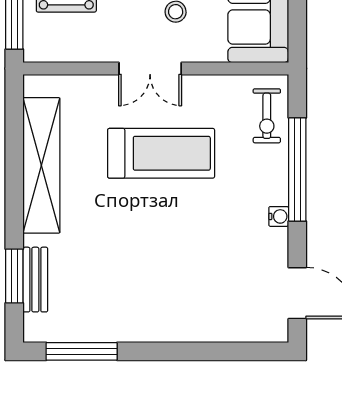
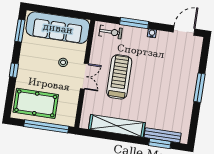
window: (297, 169) -> (134, 23), width x0.68
bench: (35, 280) -> (163, 135), width x1.36
window: (82, 351) -> (199, 88), moved

